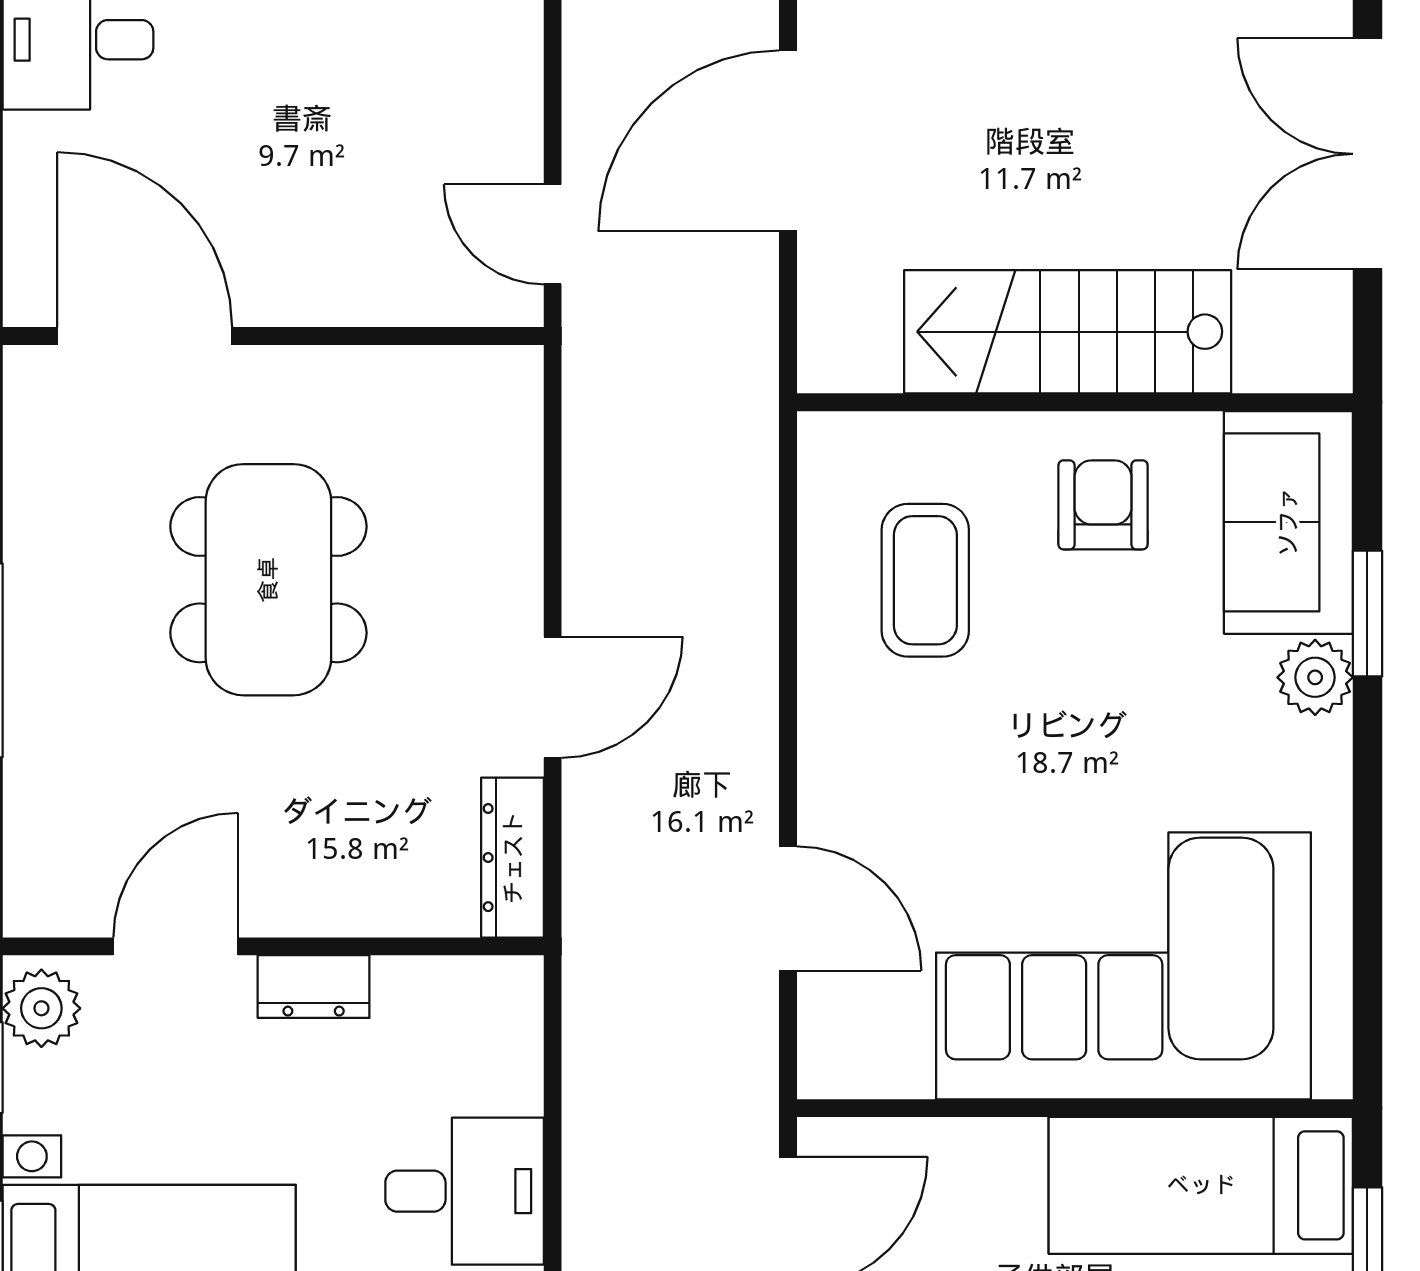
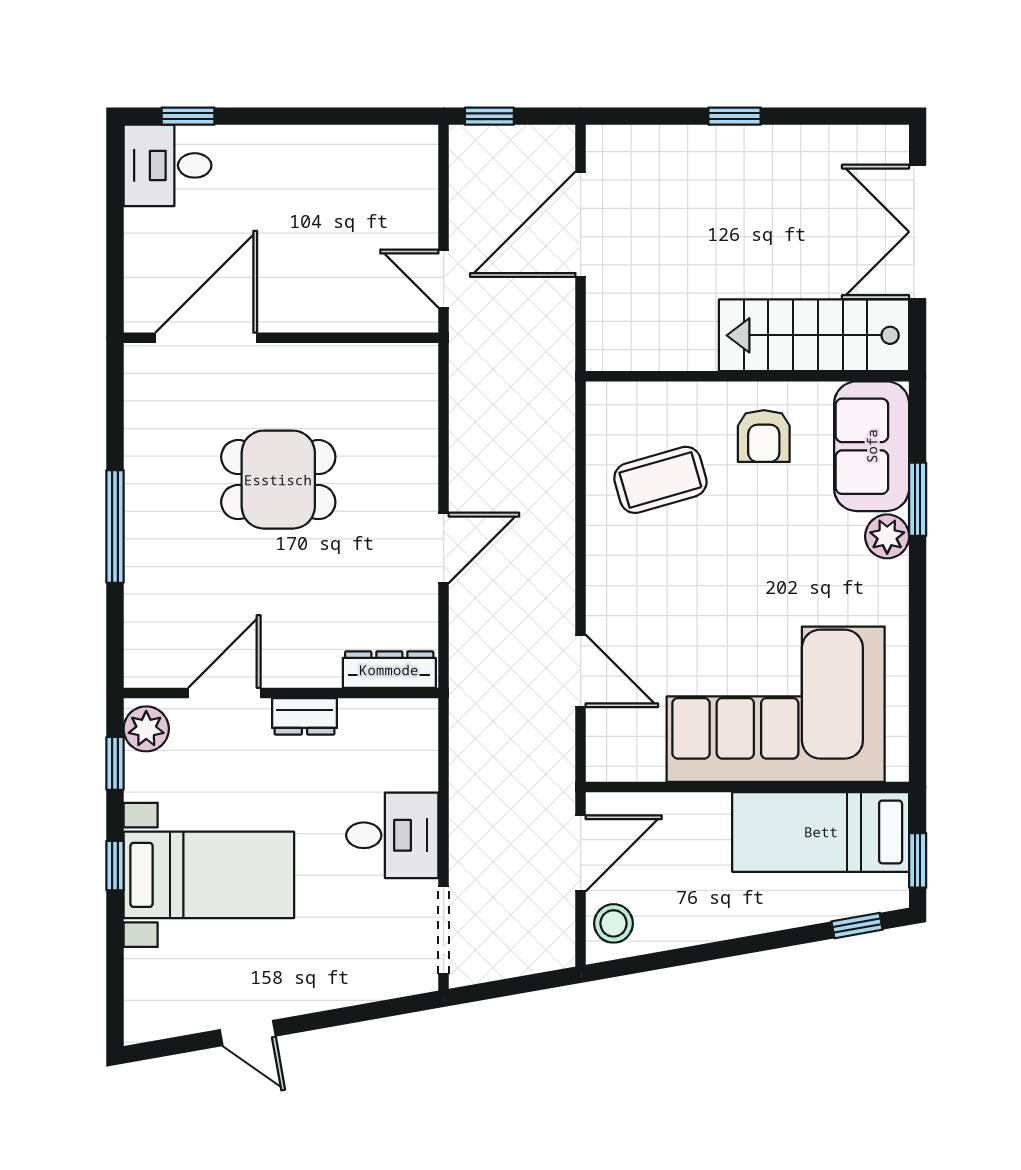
stairs: (1068, 332) -> (814, 335), moved
door: (145, 336) -> (206, 338), hinge flipped
armchair: (1103, 505) -> (764, 436), turned 180
dining table: (268, 580) -> (278, 480), width x0.73
coffee table: (925, 580) -> (660, 480), turned 74
dresser: (513, 858) -> (389, 670), moved, turned 90

